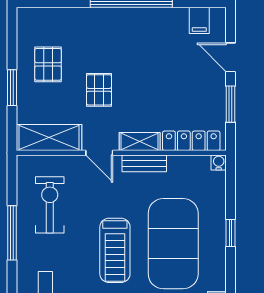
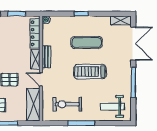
door: (99, 153) -> (41, 79), swing flipped
exercise mat: (173, 244) -> (87, 42), width x0.50, depth x0.69
treadmill: (115, 250) -> (90, 72), turned 180

